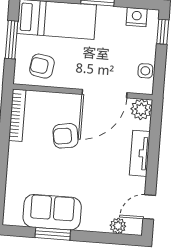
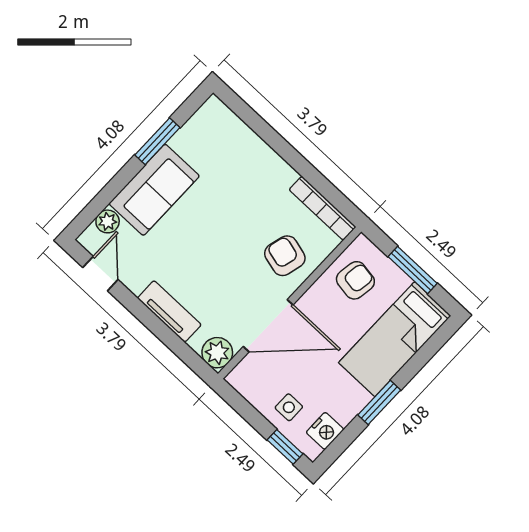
side table: (145, 71) -> (289, 407), moved
door: (105, 94) -> (268, 326), swing flipped
armchair: (65, 136) -> (285, 256), moved, turned -66
sofa: (52, 212) -> (154, 190), moved

